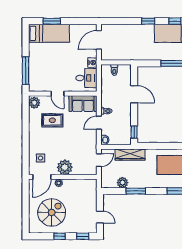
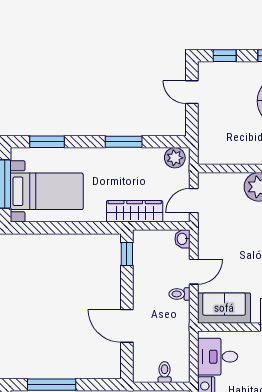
plant: (122, 183) -> (175, 158), moved

